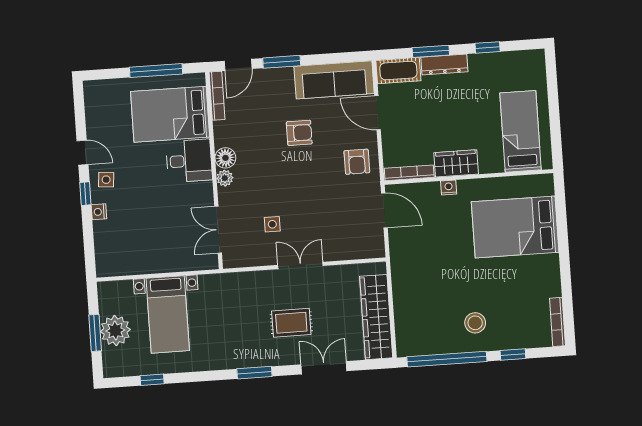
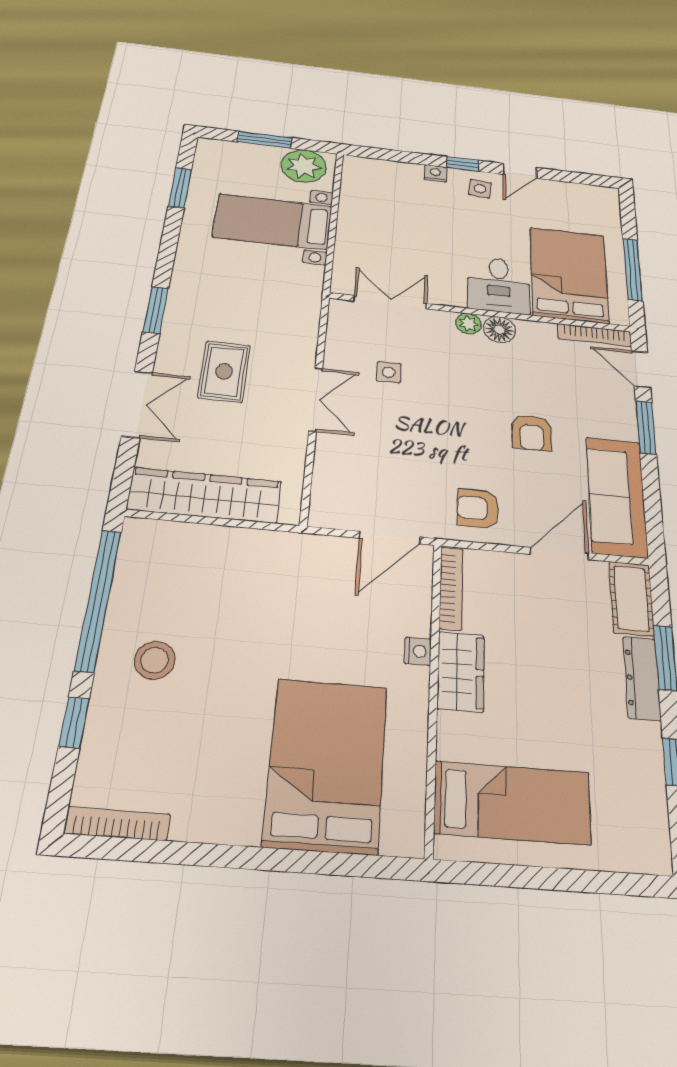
plant: (115, 331) -> (304, 166), moved
window: (152, 380) -> (180, 188), width x1.50

